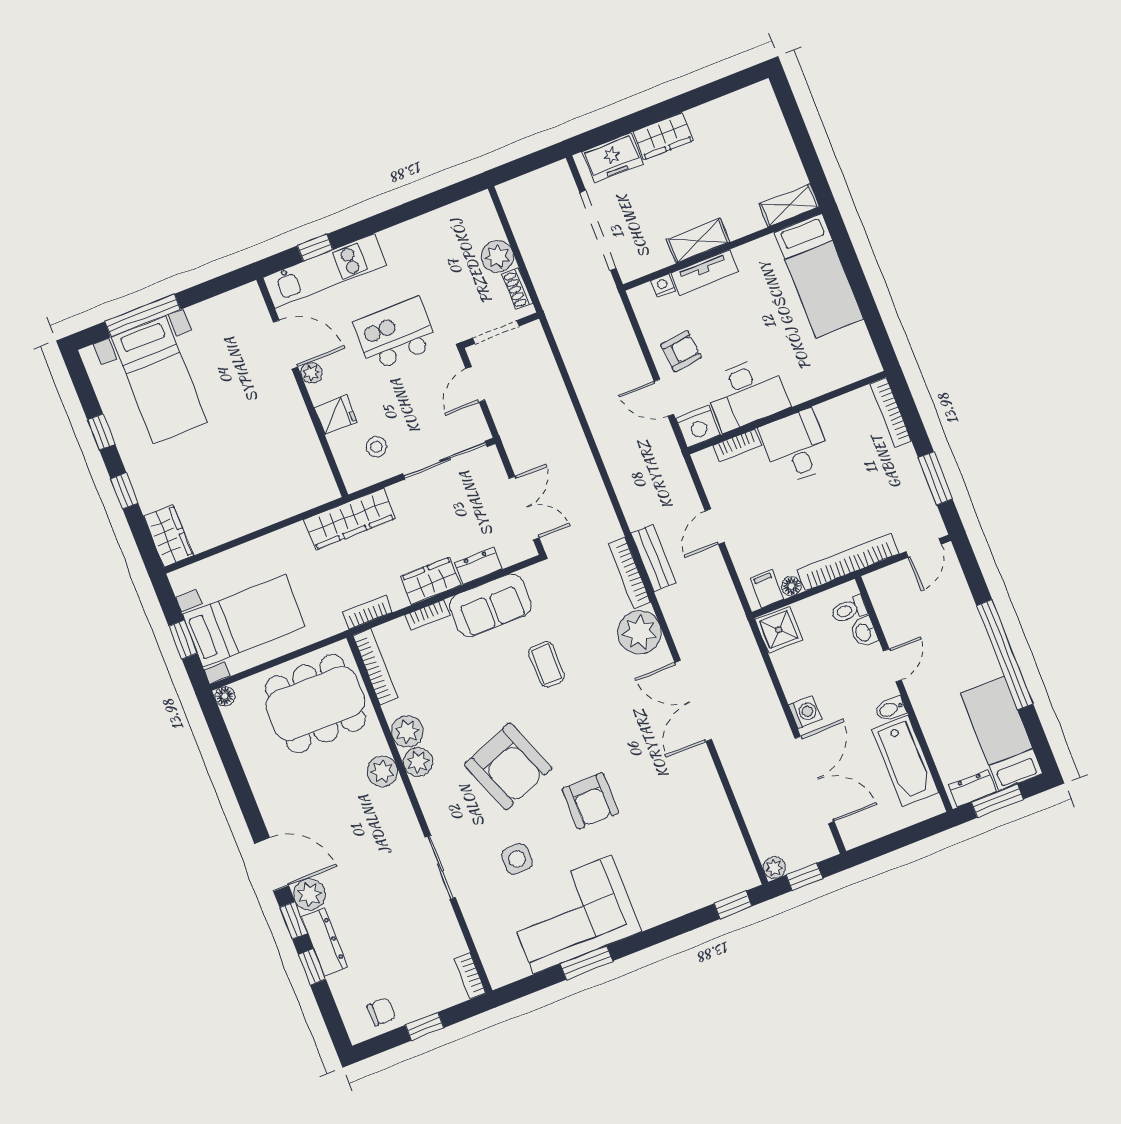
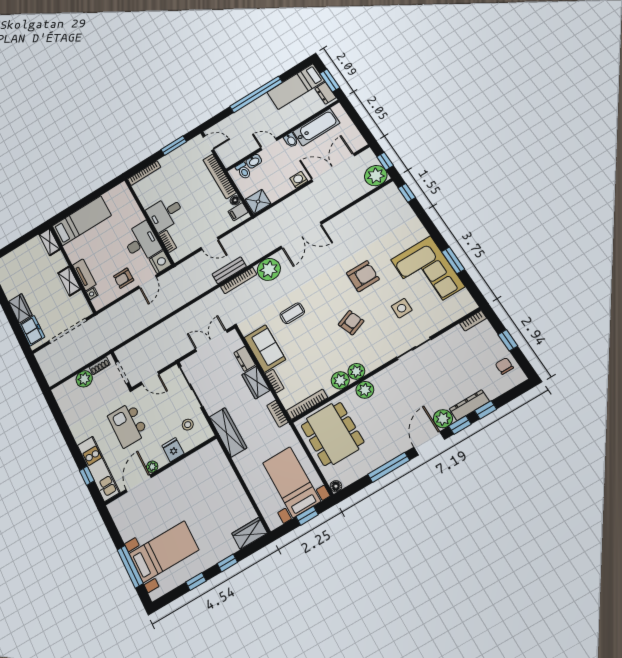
armchair: (681, 351) -> (124, 278), turned -84
armchair: (508, 766) -> (351, 323), width x0.53, depth x0.53
window: (242, 790) -> (389, 467), added
plant: (774, 868) -> (376, 176), width x1.87, depth x1.87

